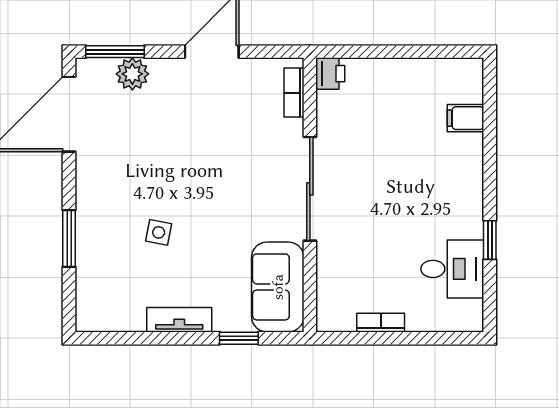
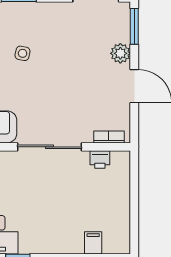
plant: (132, 74) -> (120, 53), moved
printer: (330, 74) -> (100, 159), moved

